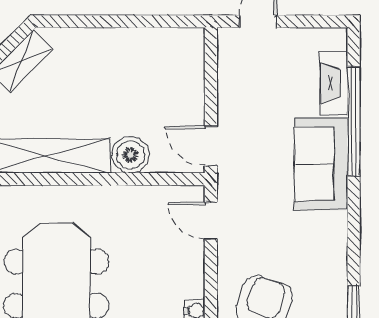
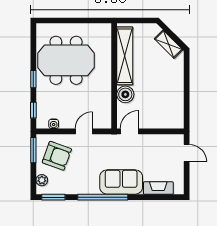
window: (354, 122) -> (103, 197), moved
door: (211, 221) -> (84, 131), moved

